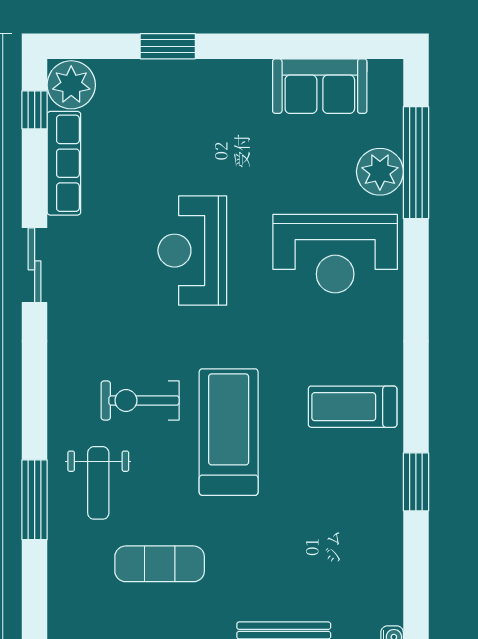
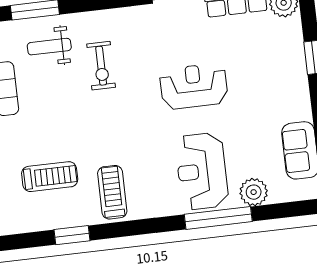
window: (416, 163) -> (218, 218), moved
exercise bike: (140, 400) -> (101, 66), turned 180
treadmill: (229, 432) -> (50, 177), moved, width x0.73, depth x0.73

